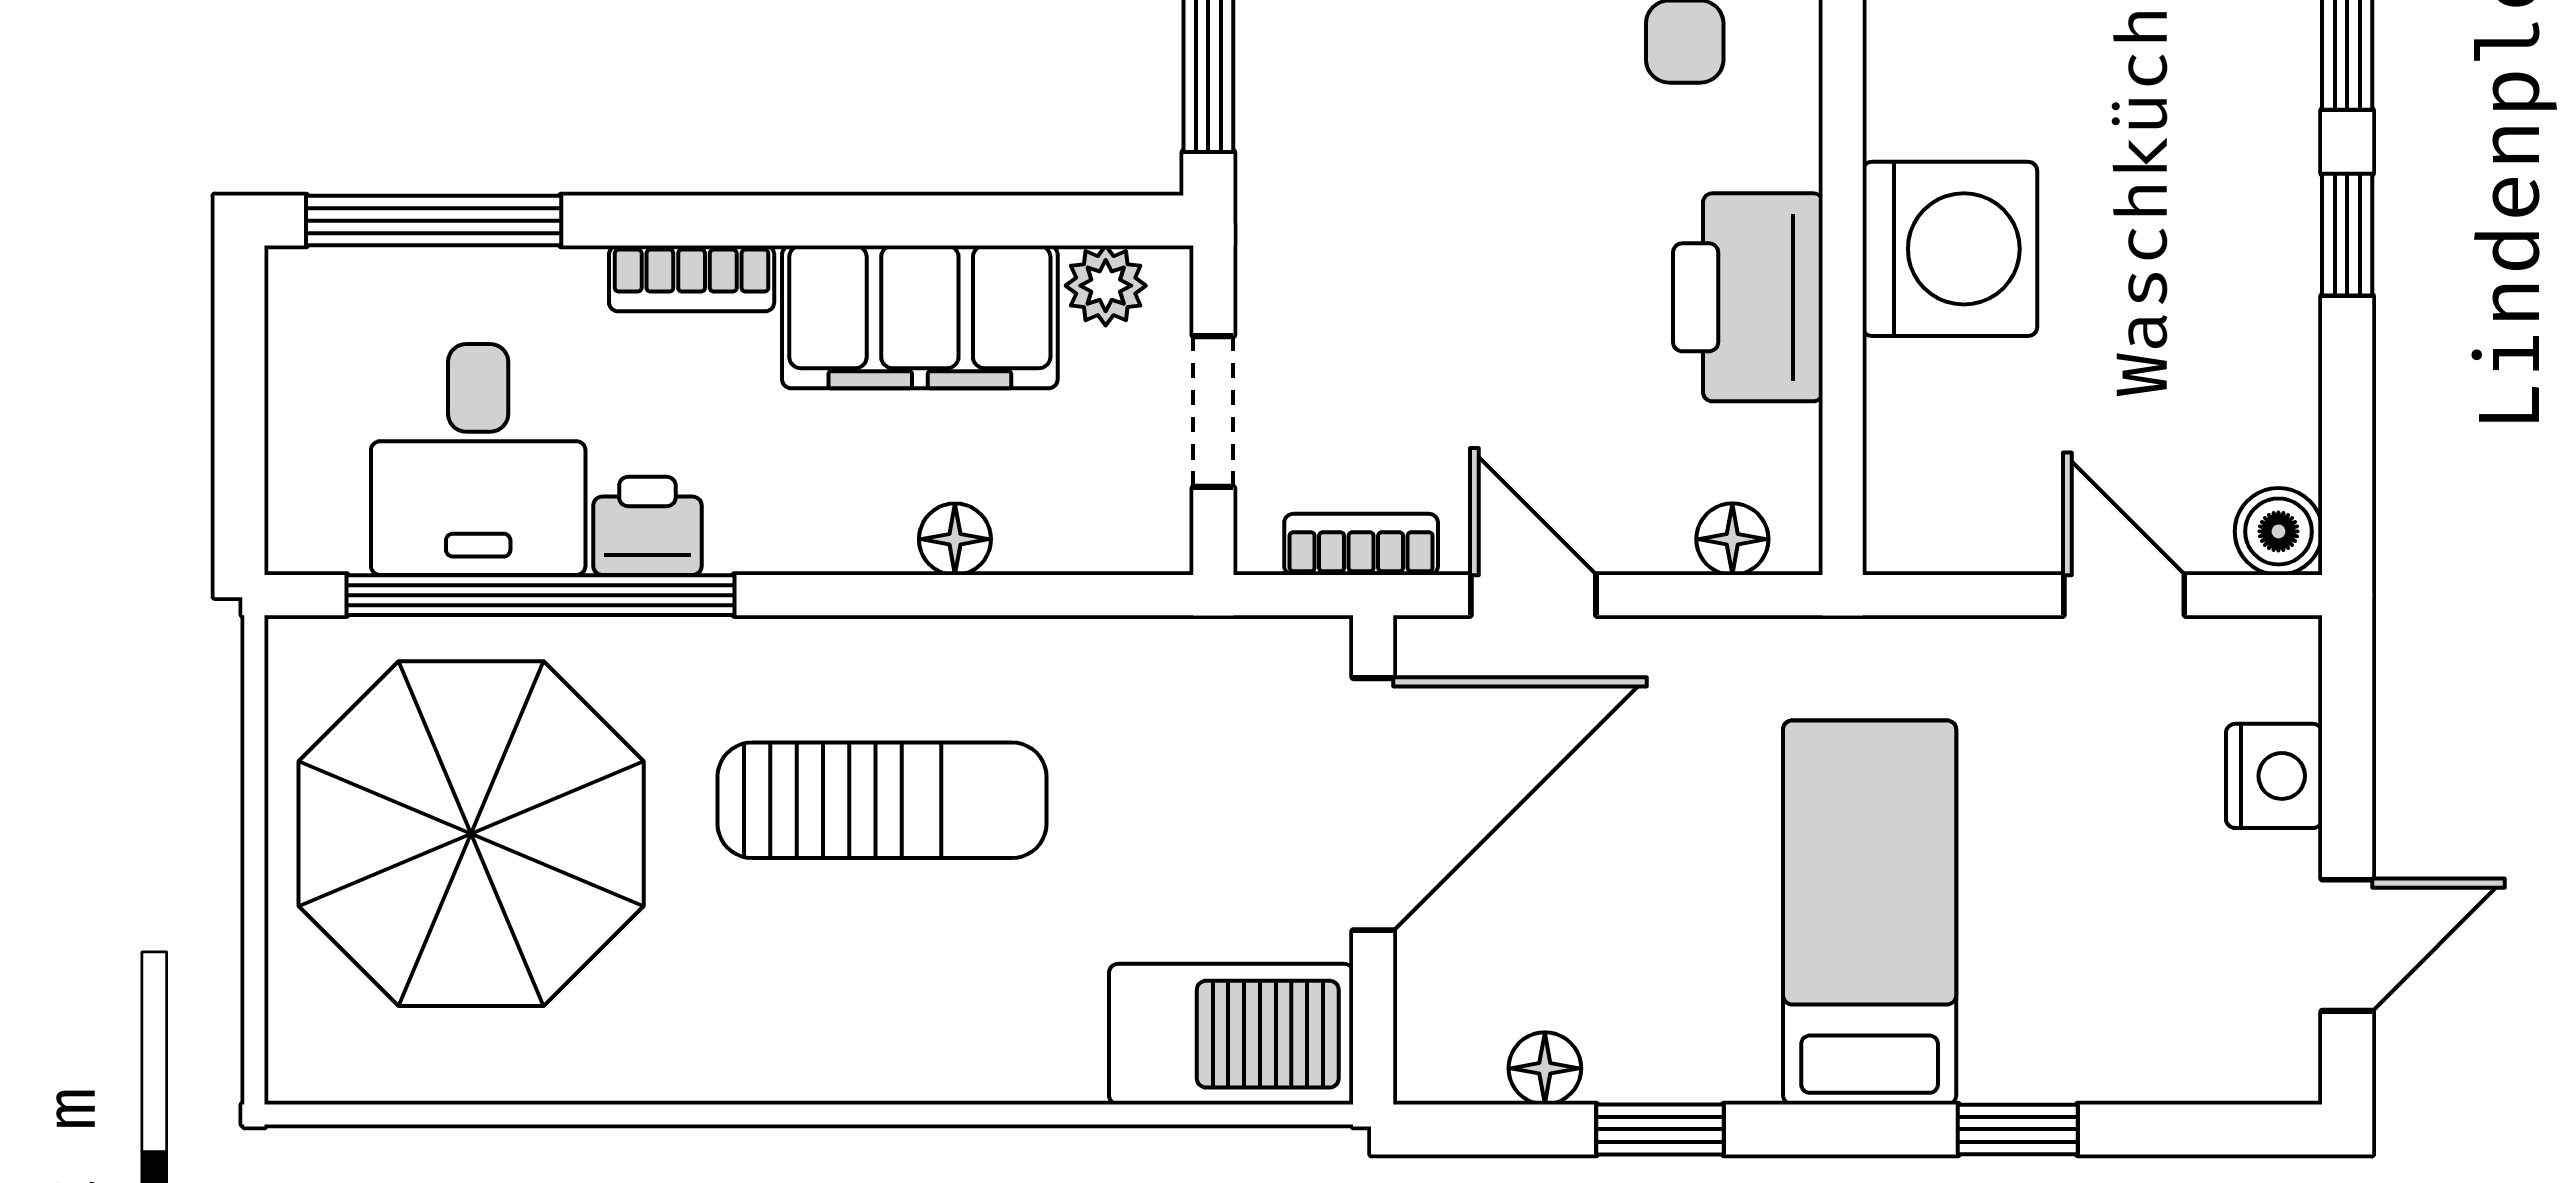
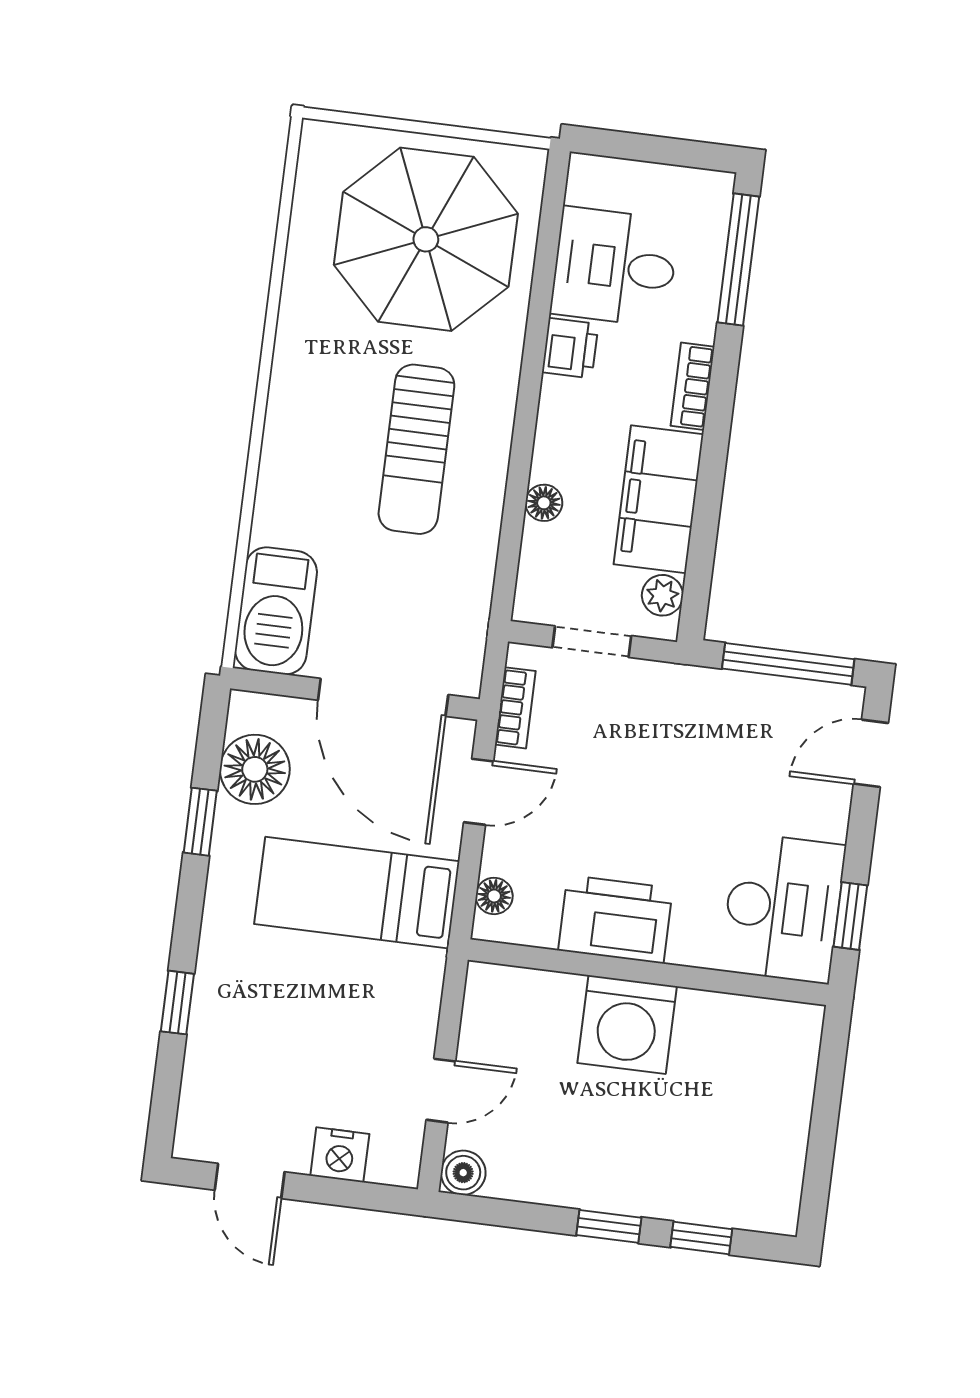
window: (541, 595) -> (542, 290), removed
bed: (1870, 912) -> (357, 893), moved, turned 180
floor lamp: (1545, 1068) -> (255, 769), width x1.89, depth x1.89

